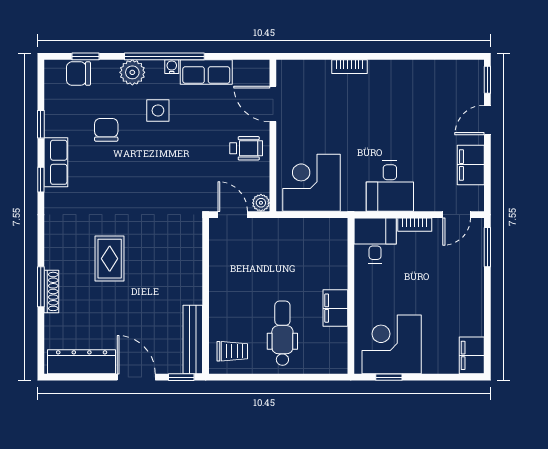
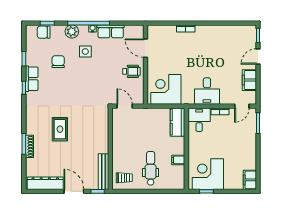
plant: (261, 203) -> (139, 100), removed
kitchen counter: (334, 245) -> (178, 122), added
filing cabinet: (335, 308) -> (178, 160), width x0.50

